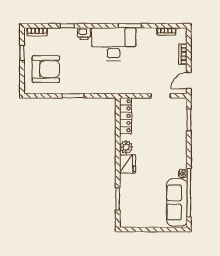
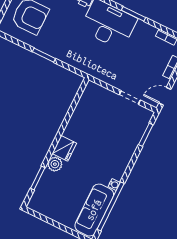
locker: (126, 116) -> (86, 100), removed
plant: (126, 147) -> (55, 164), moved

